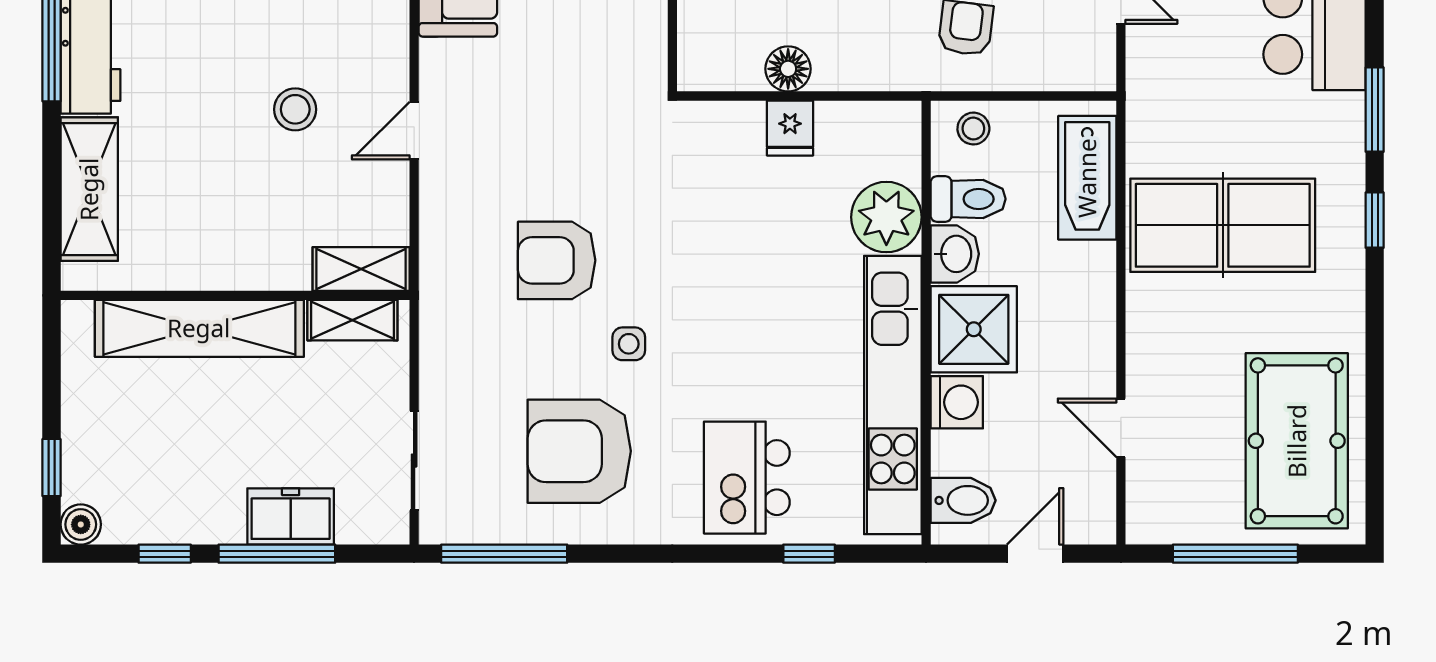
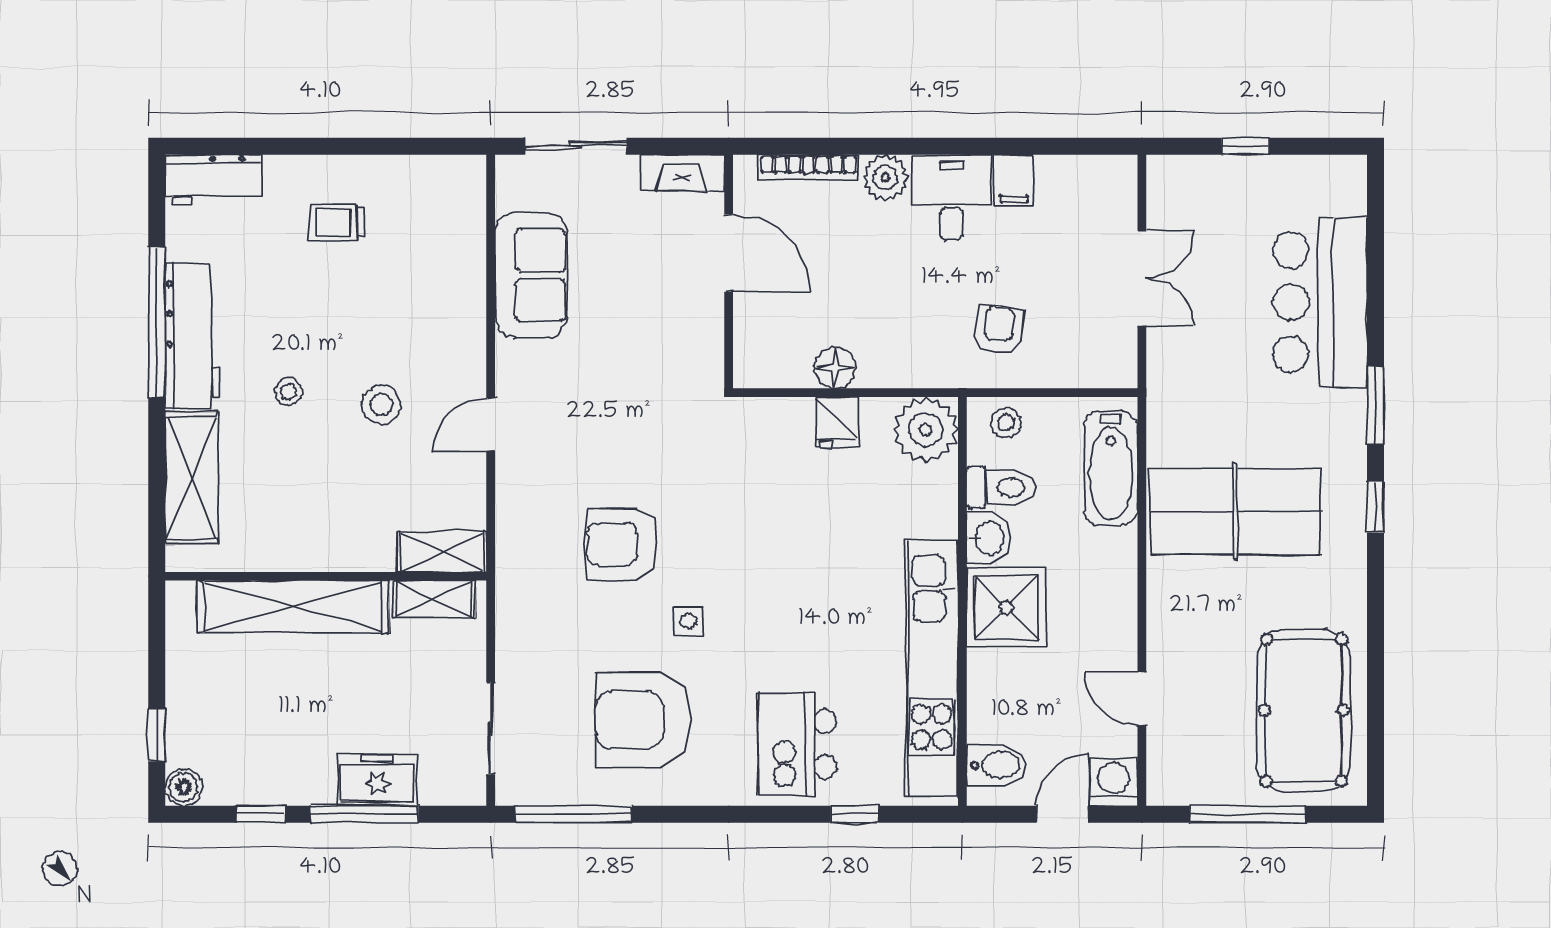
stool: (195, 95) -> (288, 392), added
plant: (886, 217) -> (926, 430), moved
washing machine: (957, 402) -> (1114, 782), moved, turned -90

